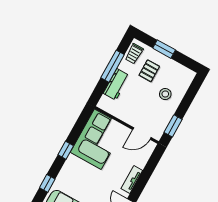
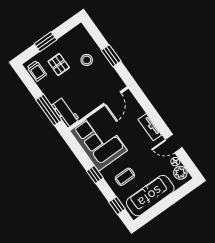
window: (113, 66) -> (49, 110), moved
workbench: (116, 84) -> (66, 112), moved
window: (173, 126) -> (111, 56), moved
coffee table: (77, 178) -> (125, 177), added

